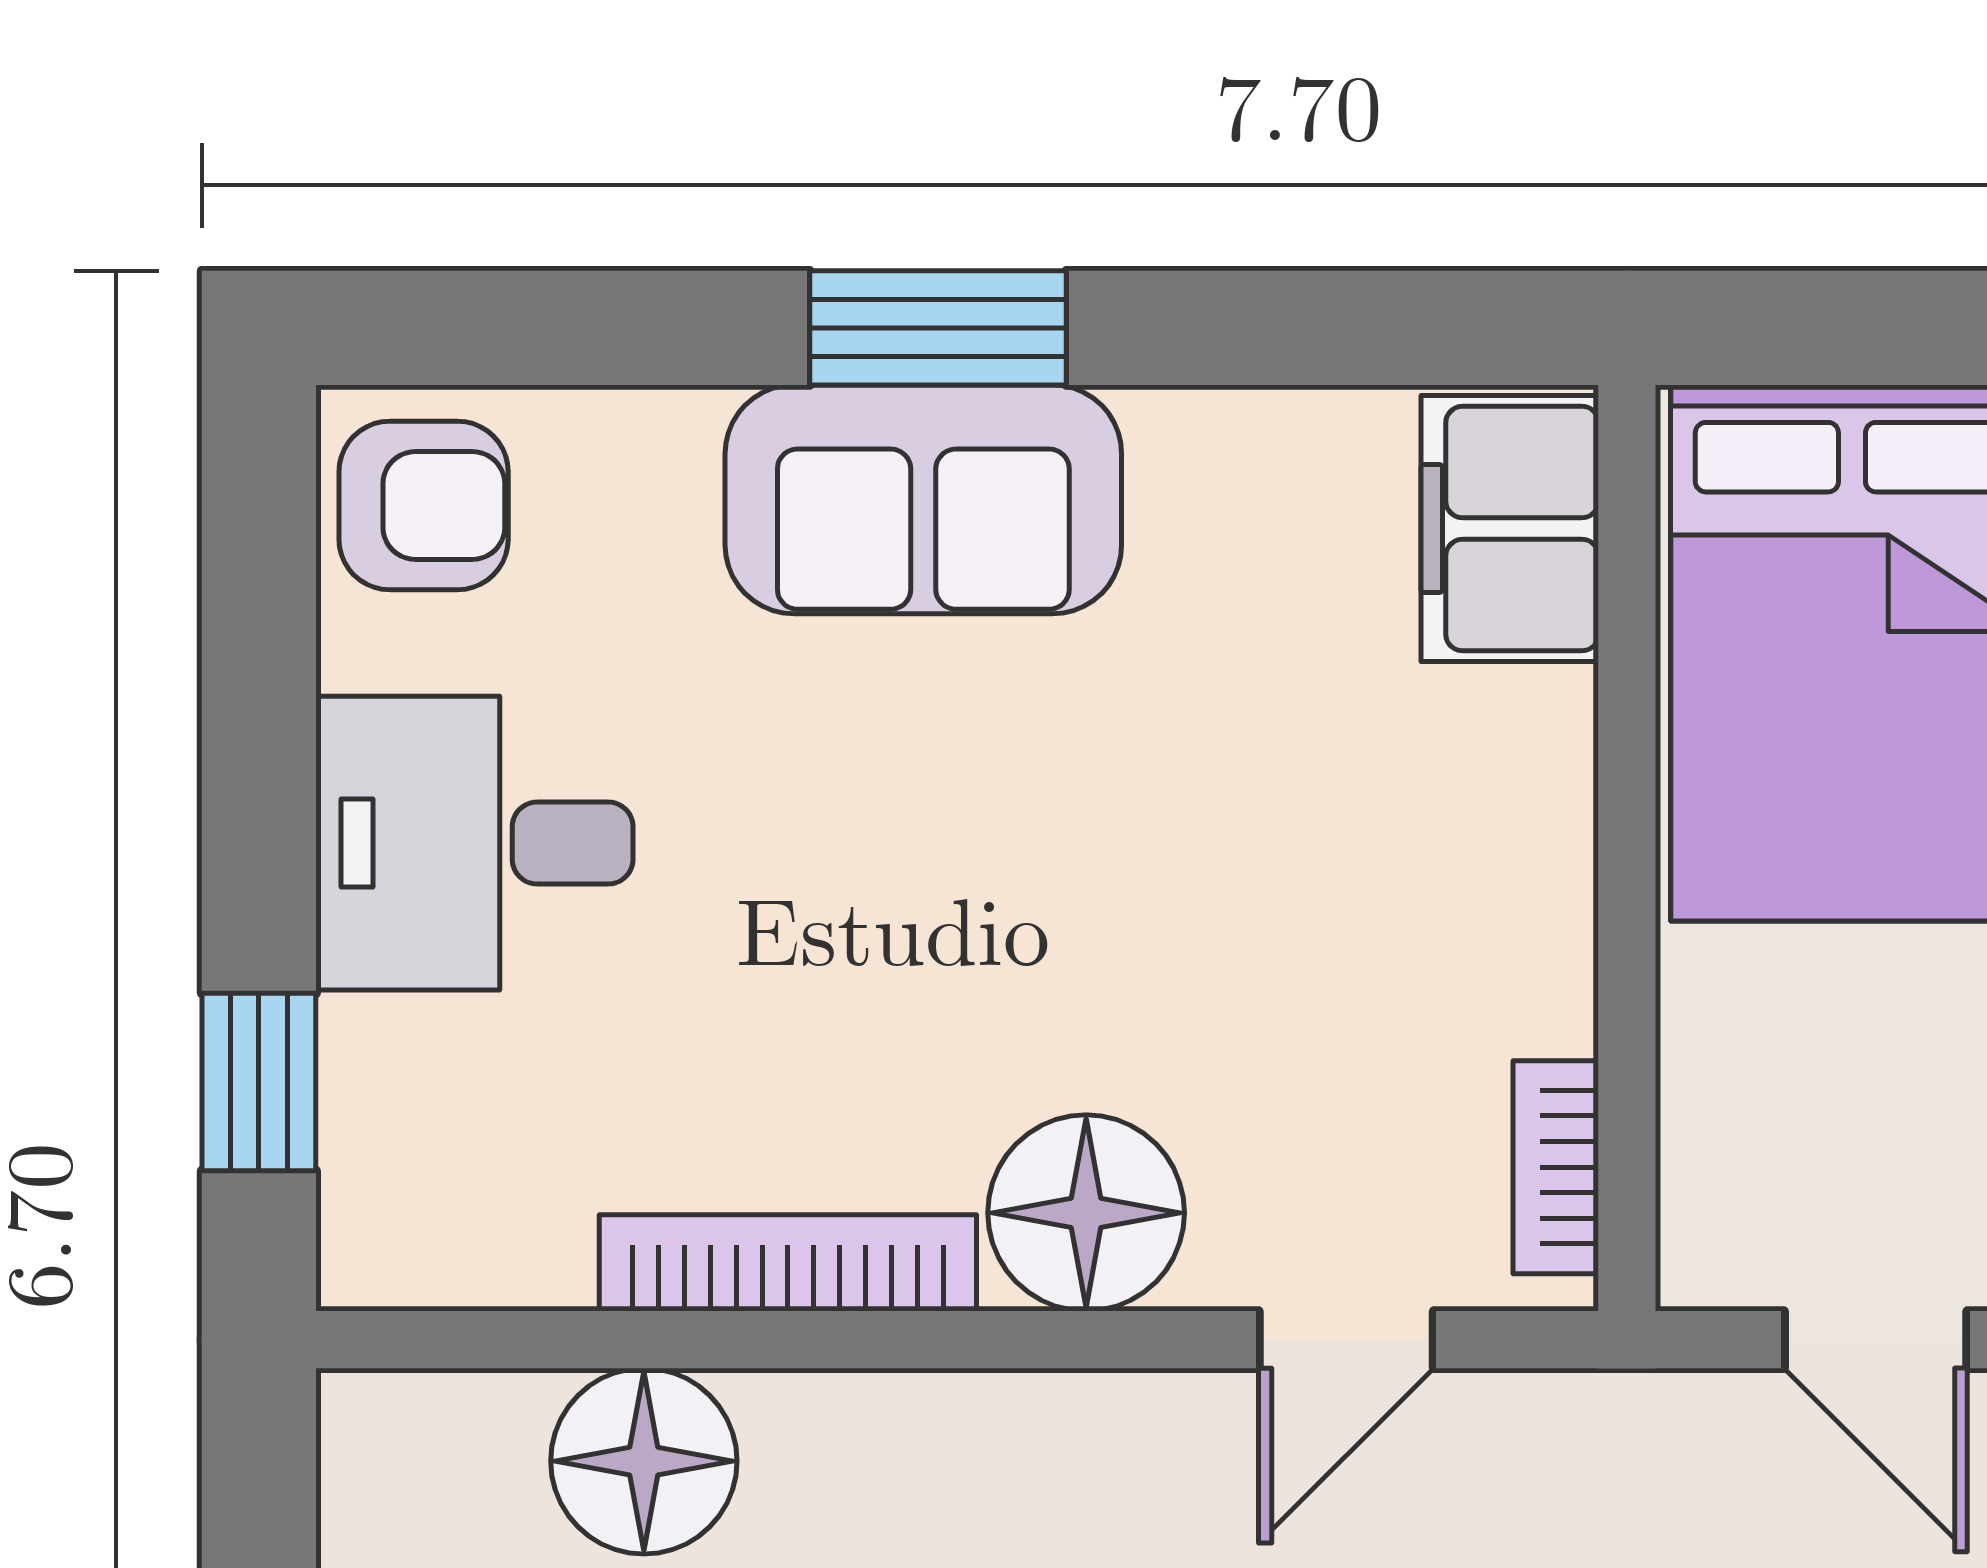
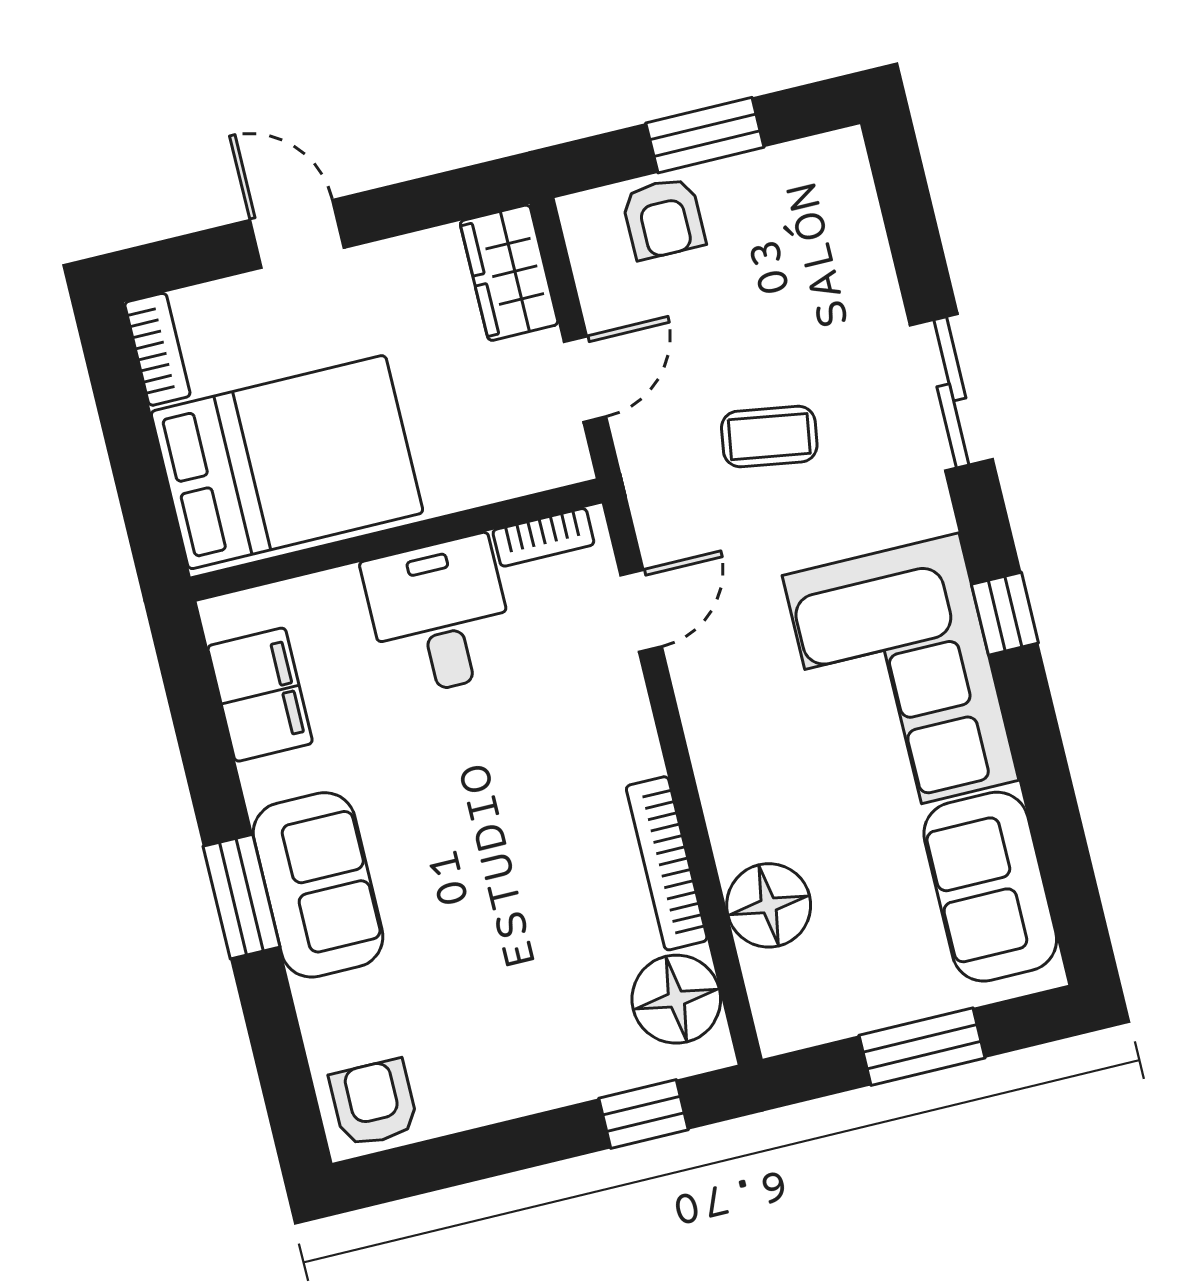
filing cabinet: (1510, 529) -> (260, 695), moved, turned -90
desk: (474, 843) -> (440, 616), moved, turned 180
floor lamp: (1086, 1213) -> (676, 999), moved
door: (1346, 1340) -> (641, 611), hinge flipped

